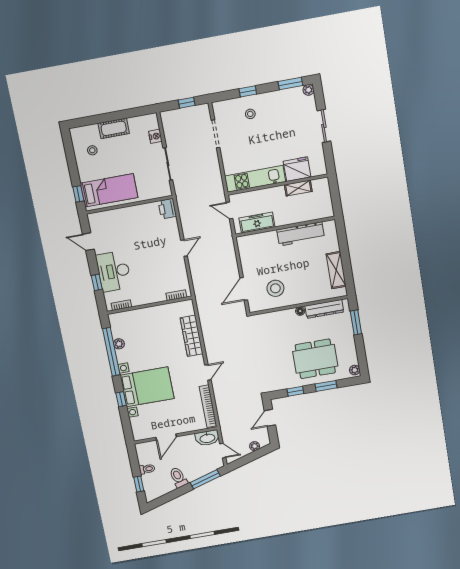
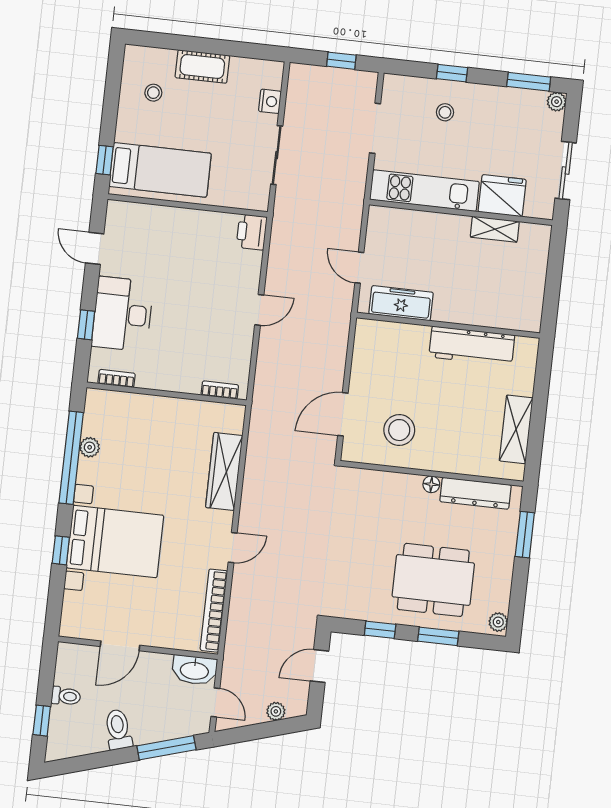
fridge: (297, 169) -> (502, 196), moved
kitchen unit: (255, 179) -> (424, 191), moved
wall: (278, 185) -> (461, 212), moved
shelving: (298, 188) -> (495, 229), moved

